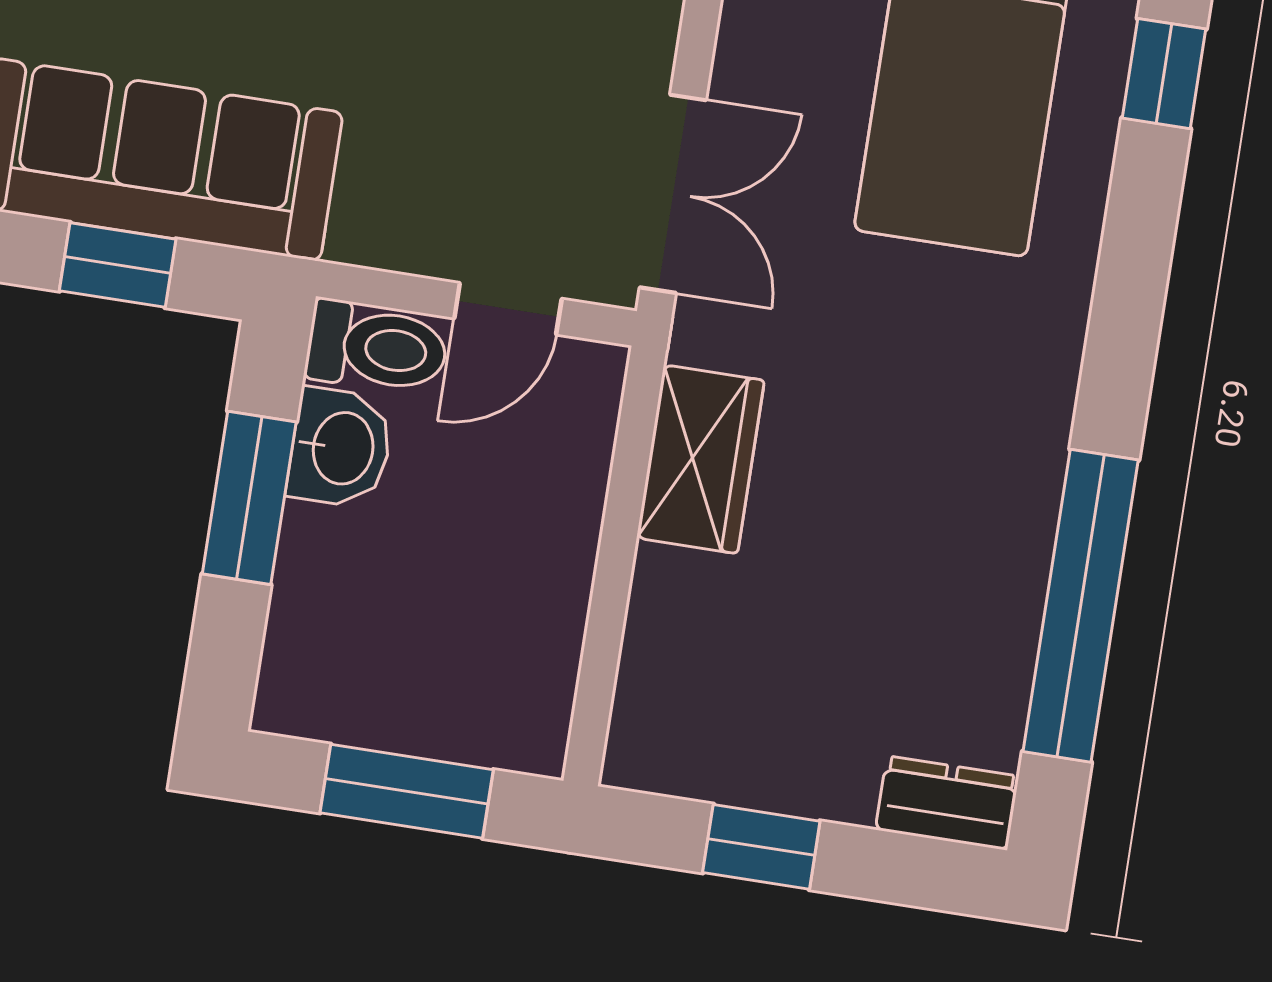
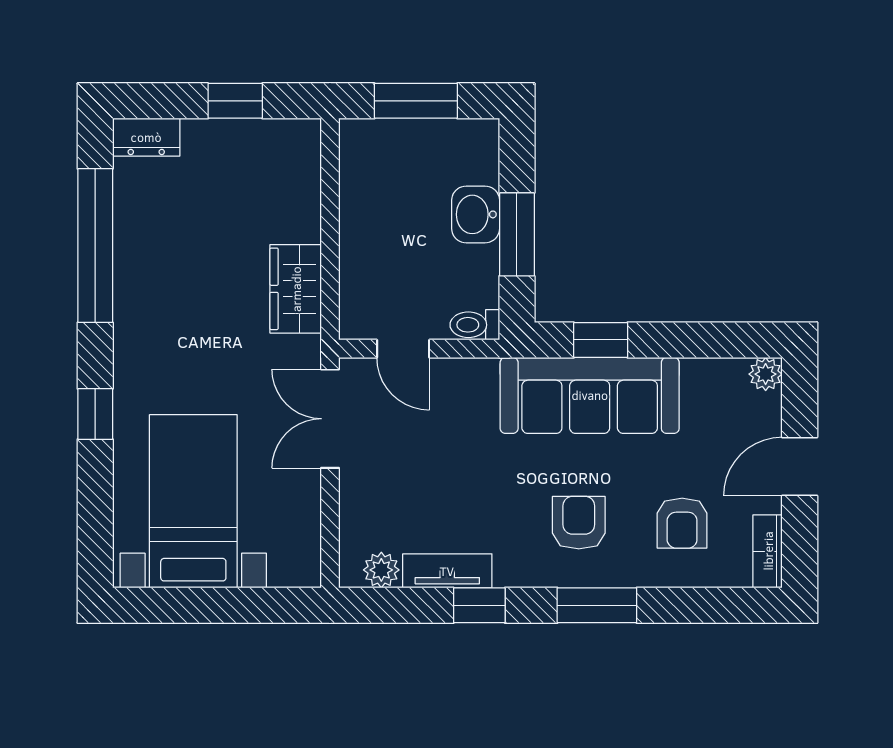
window: (1164, 74) -> (95, 414), moved
door: (508, 309) -> (403, 349), swing flipped
toilet: (377, 348) -> (475, 325), width x0.73, depth x0.72
washbasin: (340, 448) -> (476, 214), moved

